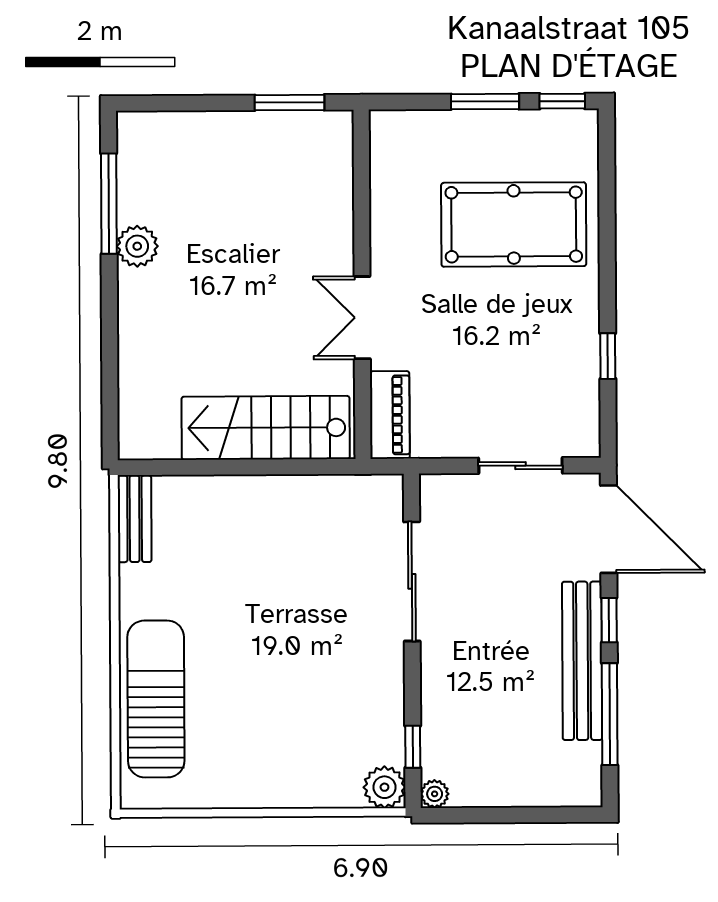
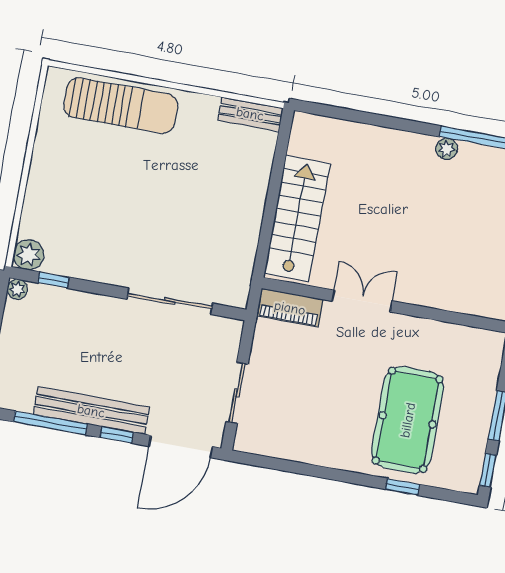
plant: (137, 246) -> (447, 149), width x0.73, depth x0.73
window: (608, 356) -> (403, 487), moved

